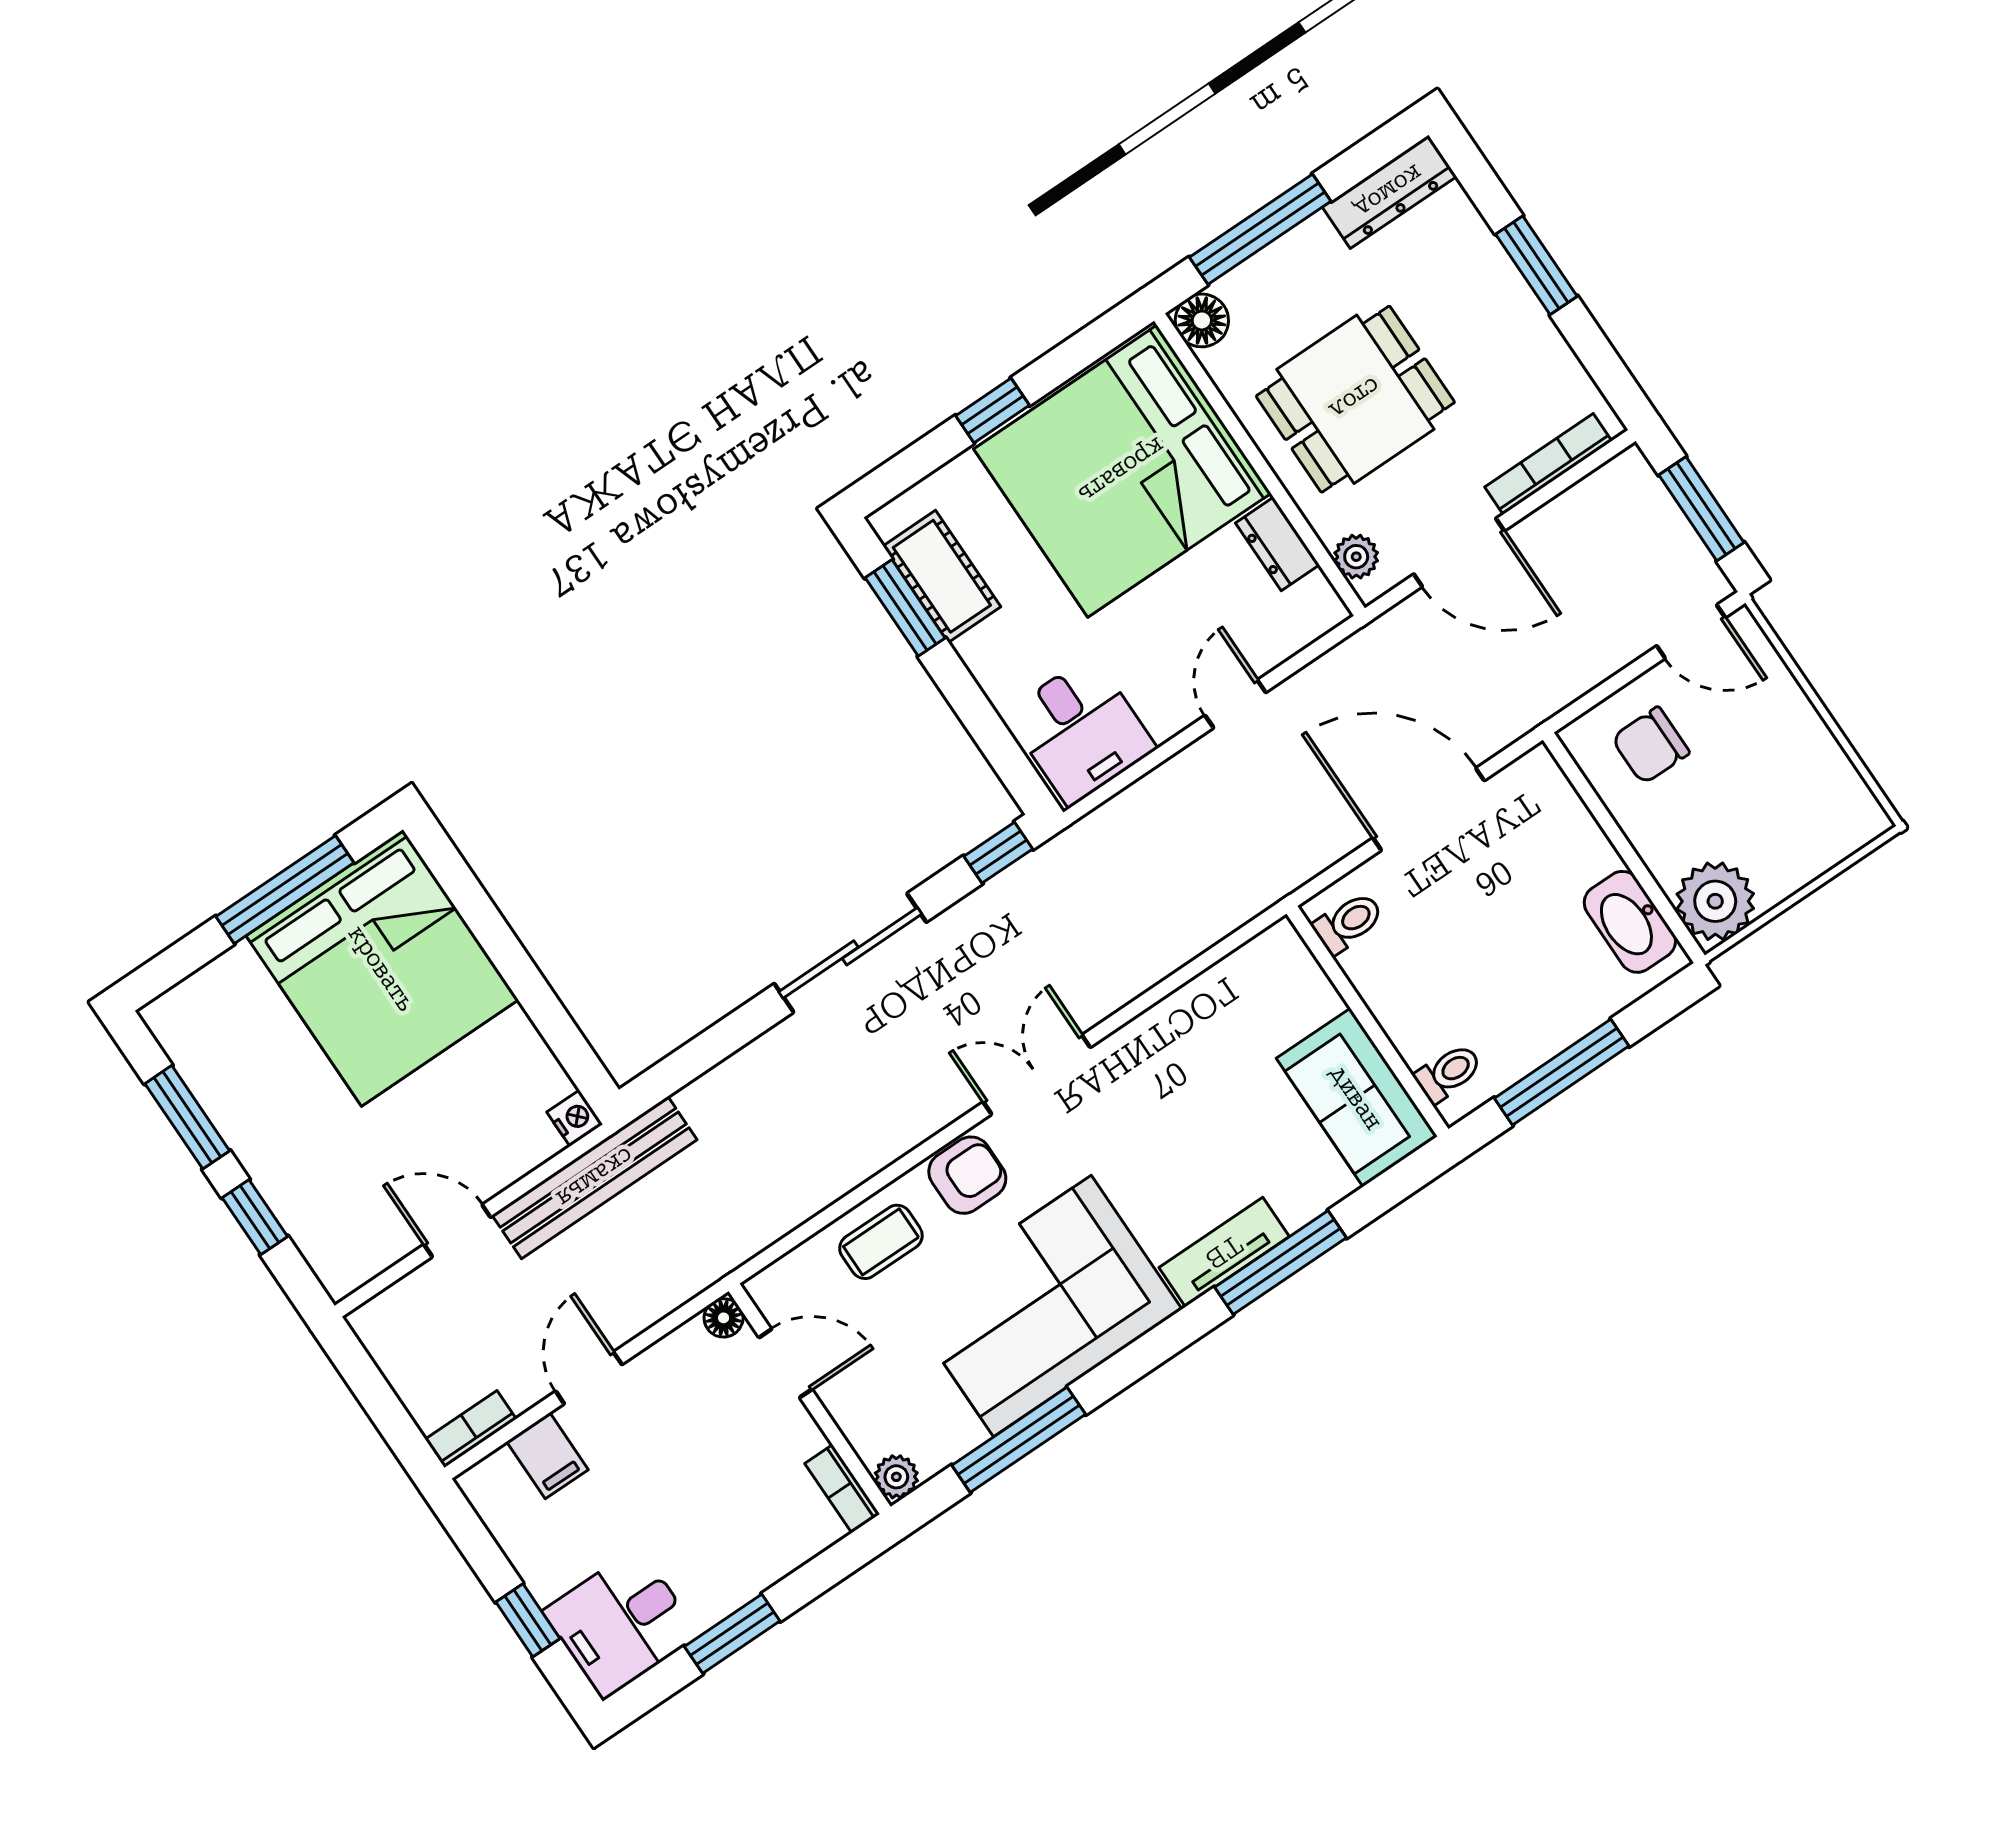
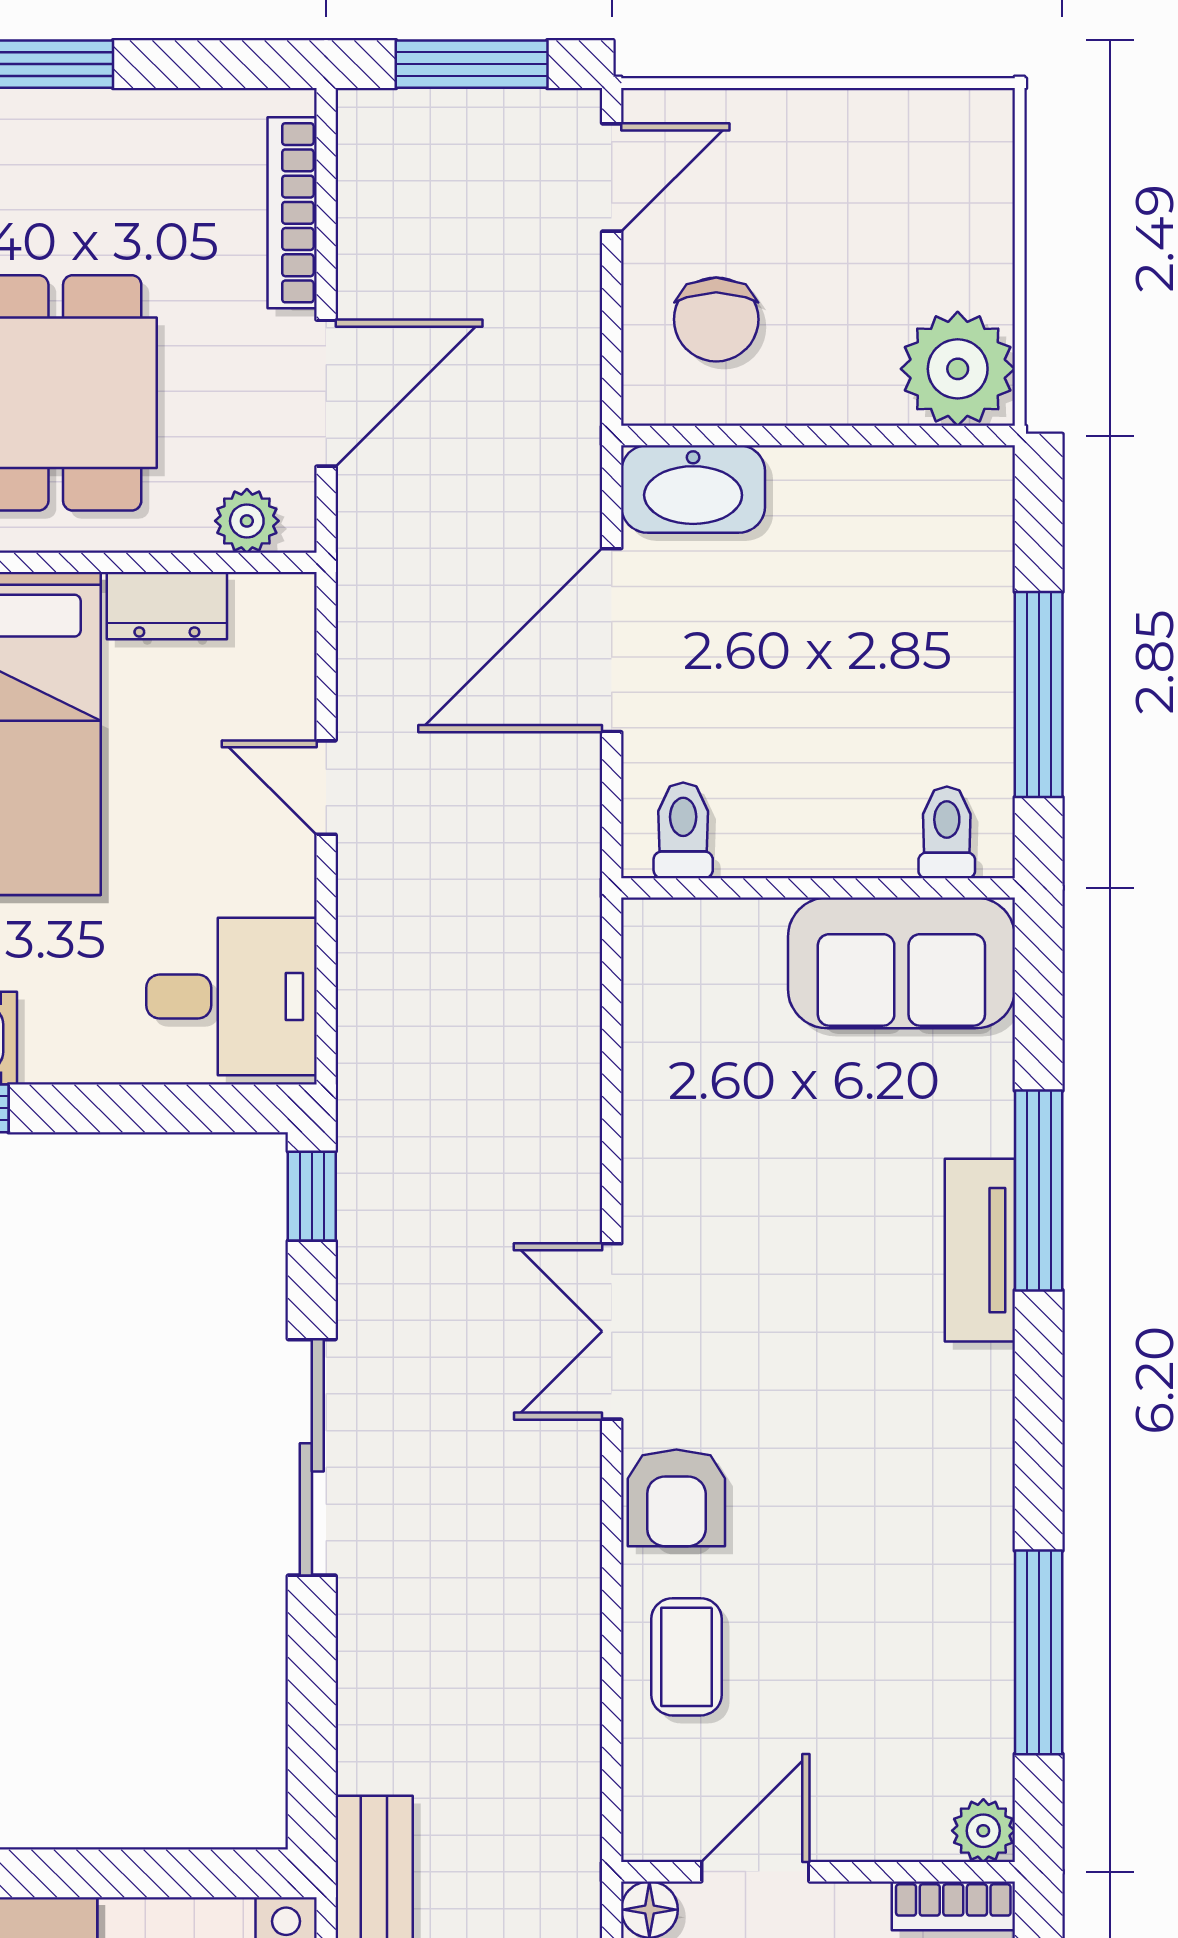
washbasin: (1630, 922) -> (693, 489), moved
armchair: (967, 1175) -> (676, 1498), turned 180
corner sofa: (1042, 1306) -> (896, 1514), removed

